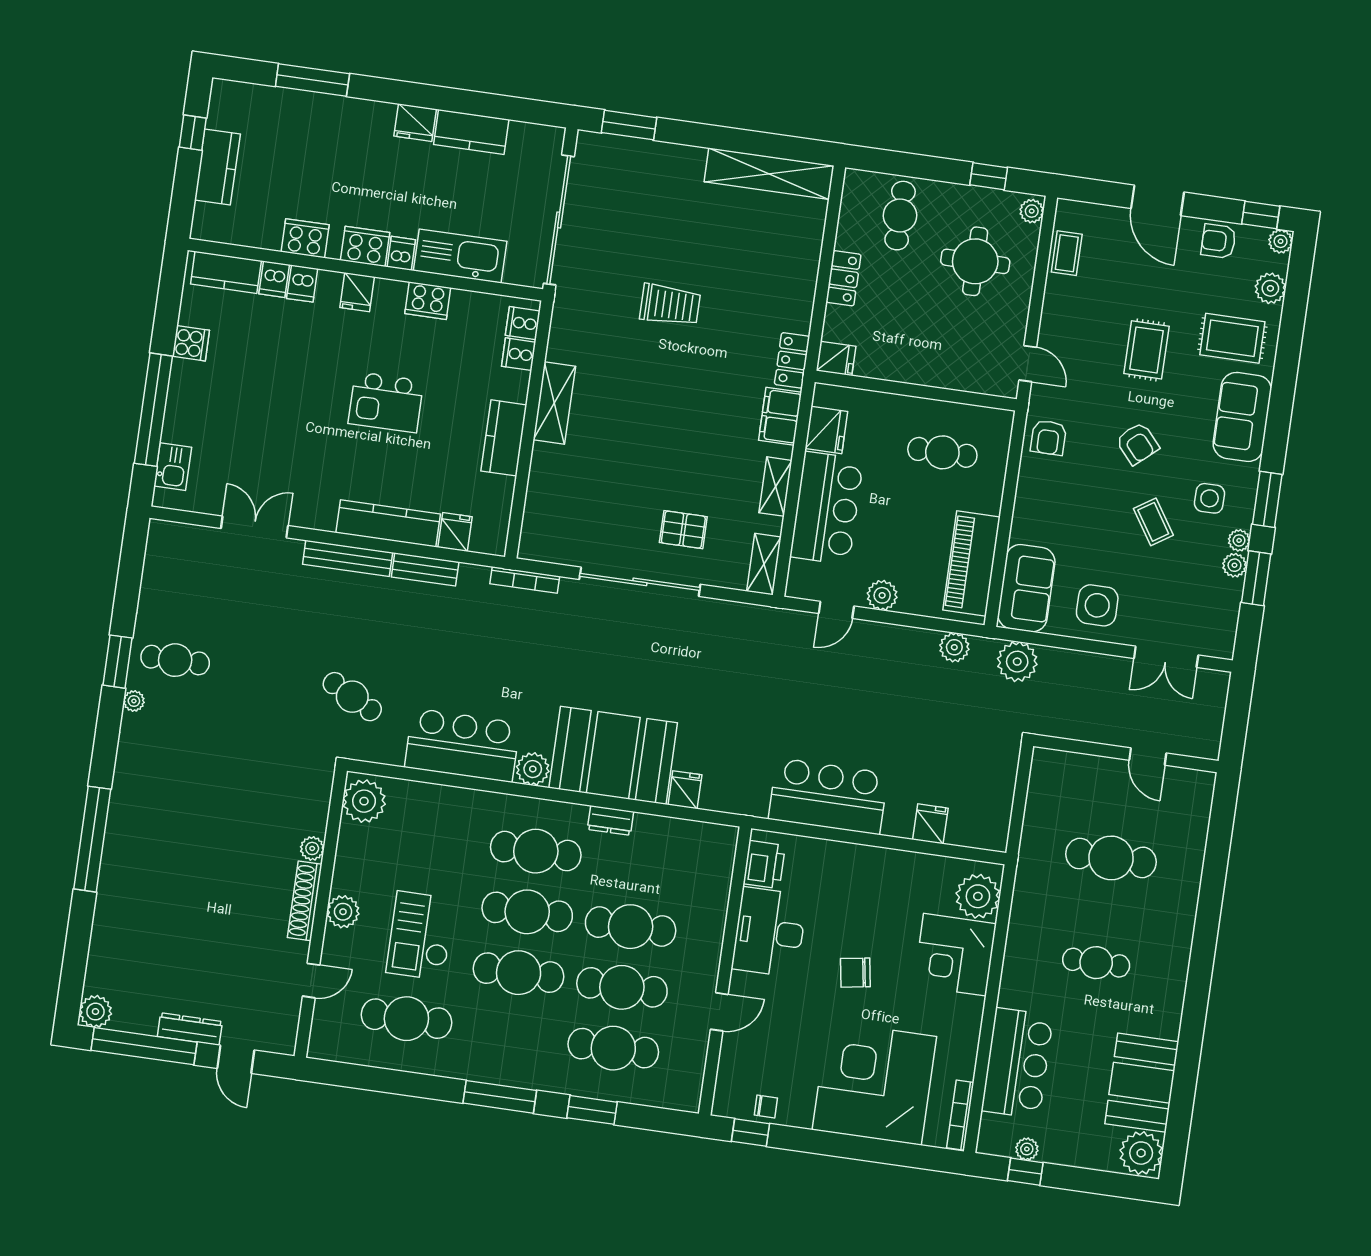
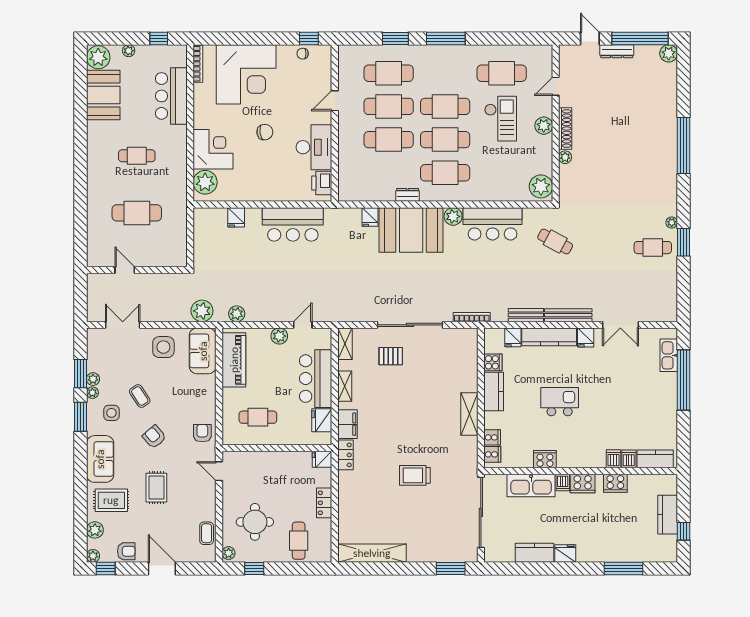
fridge: (357, 292) -> (586, 337), moved, turned 180
cooker: (191, 343) -> (493, 362), moved, turned 180
kitchen sink: (173, 467) -> (669, 355), width x1.38
plant: (1027, 1149) -> (129, 51), moved

